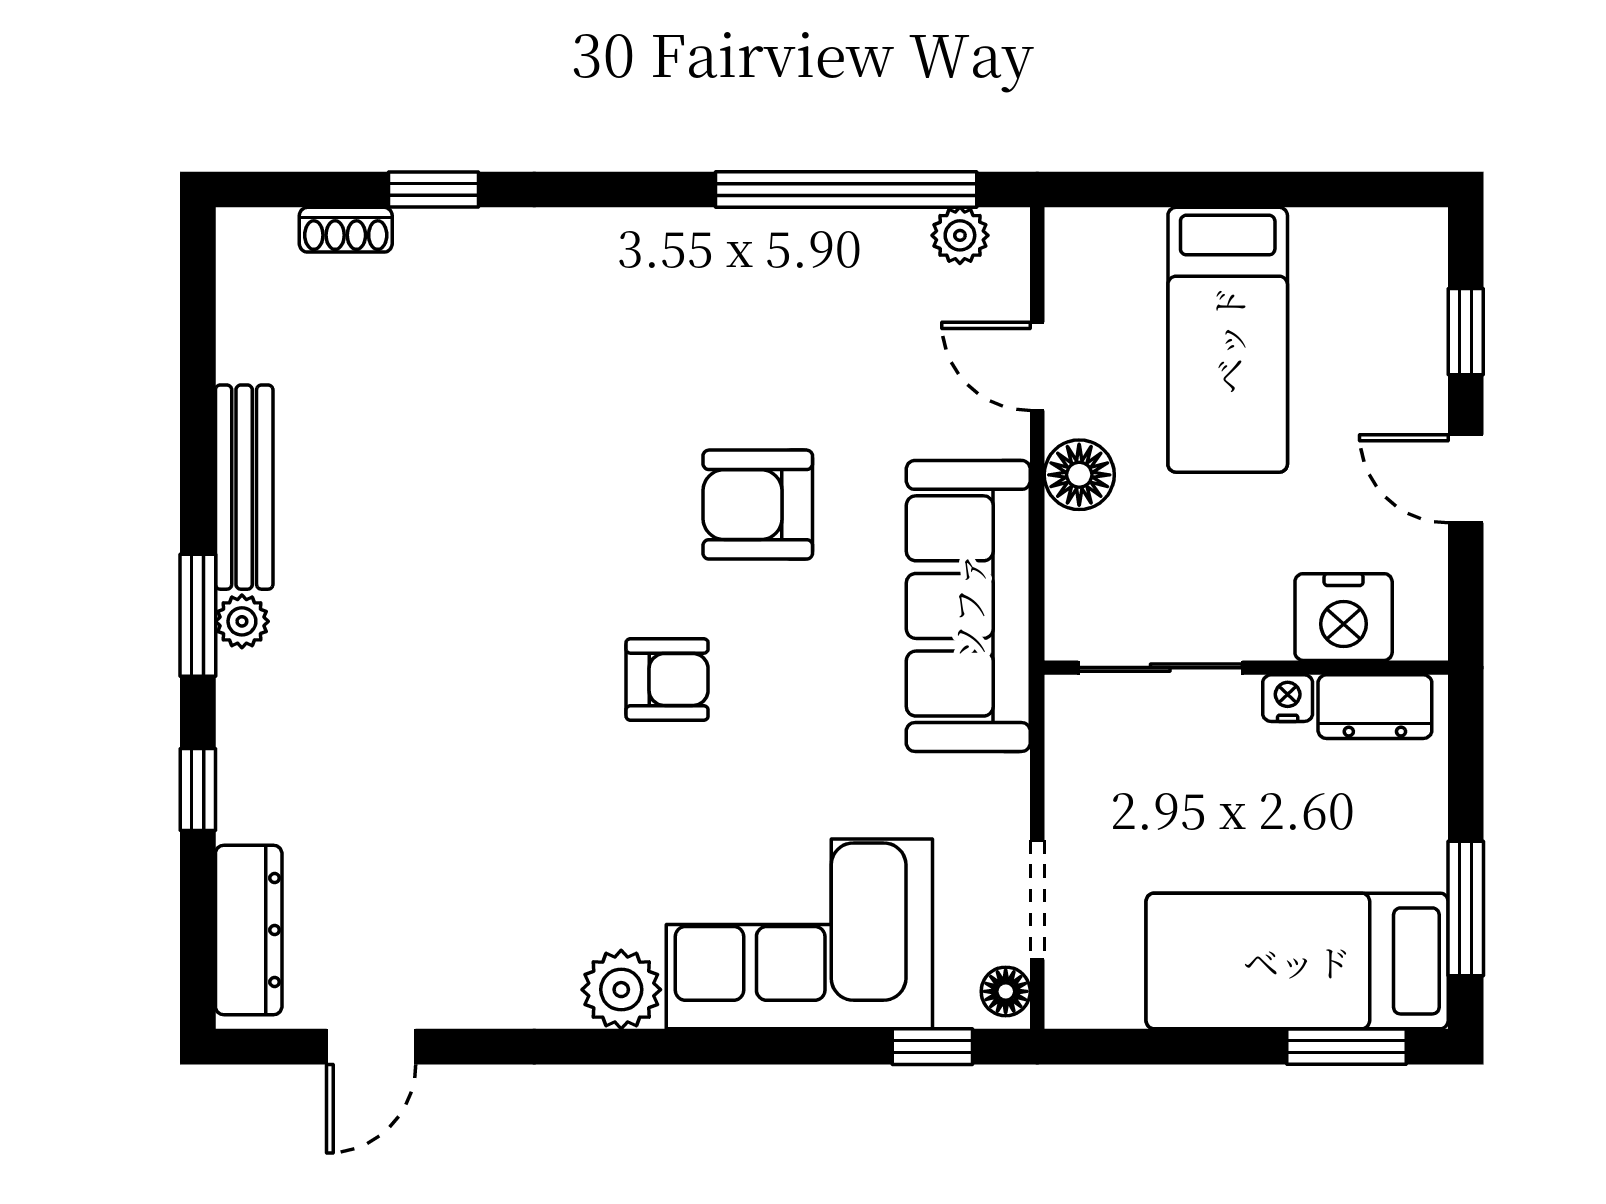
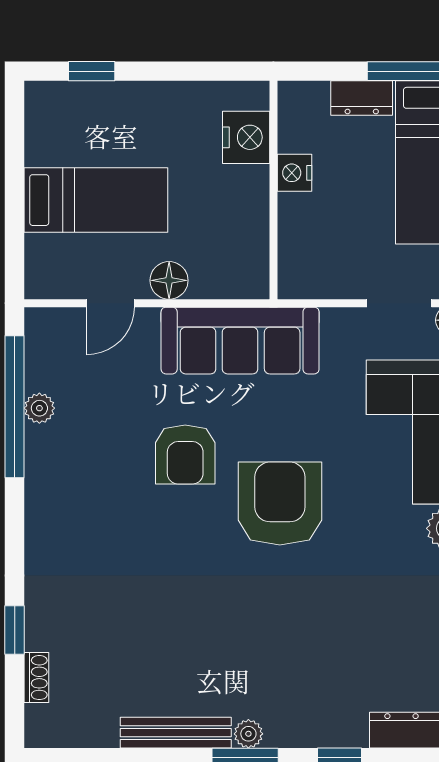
plant: (960, 235) -> (39, 408), moved
door: (1466, 479) -> (171, 71), removed
sliding door: (1160, 668) -> (273, 237), removed
armchair: (667, 679) -> (280, 504), width x1.88, depth x1.88
nightstand: (1288, 698) -> (294, 173), width x1.39, depth x1.35
dresser: (1375, 707) -> (362, 98), moved, turned 90

